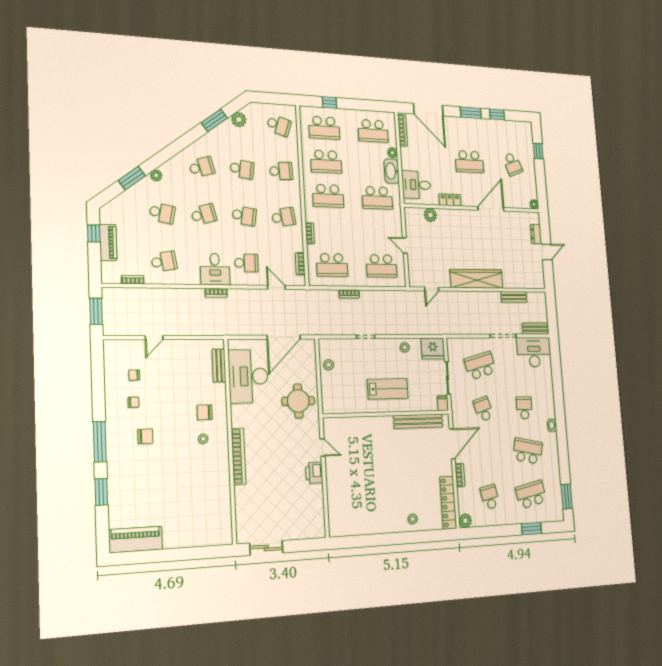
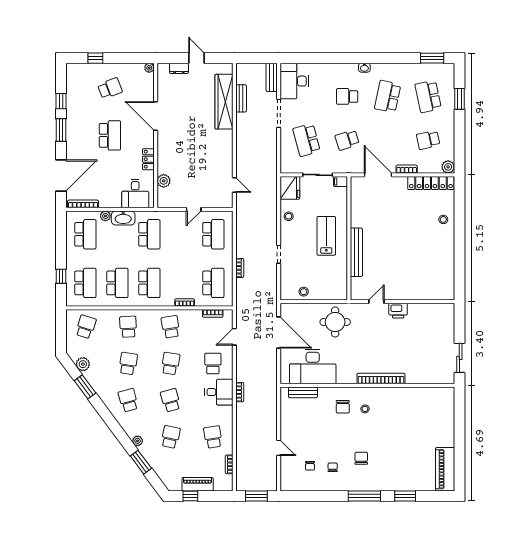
wardrobe: (477, 279) -> (224, 102), moved
bench: (418, 421) -> (356, 252), moved

